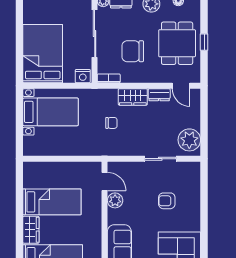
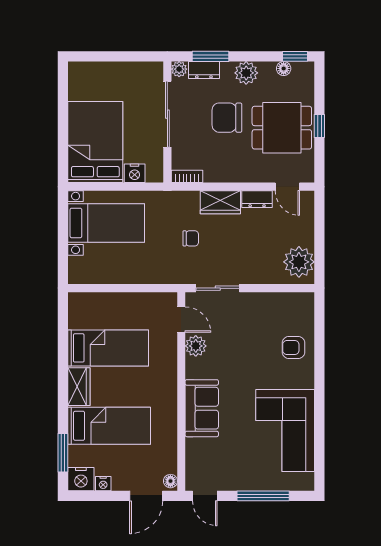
dining table: (177, 43) -> (282, 128), turned 90
chair: (133, 51) -> (227, 118), moved
nightstand: (83, 76) -> (135, 173), moved
sliding door: (160, 159) -> (218, 288), moved
armchair: (167, 201) -> (293, 348), moved

